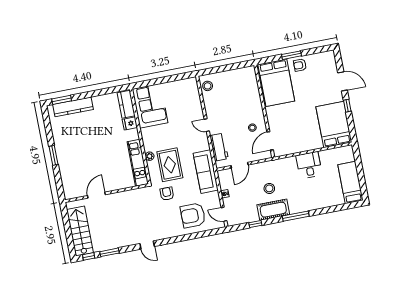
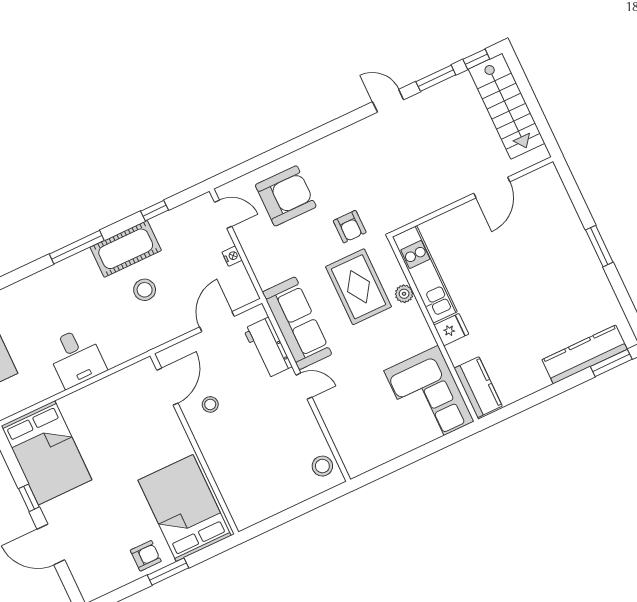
fridge: (130, 123) -> (451, 330), moved
sofa: (206, 172) -> (297, 323), moved
door: (147, 245) -> (388, 101), moved

